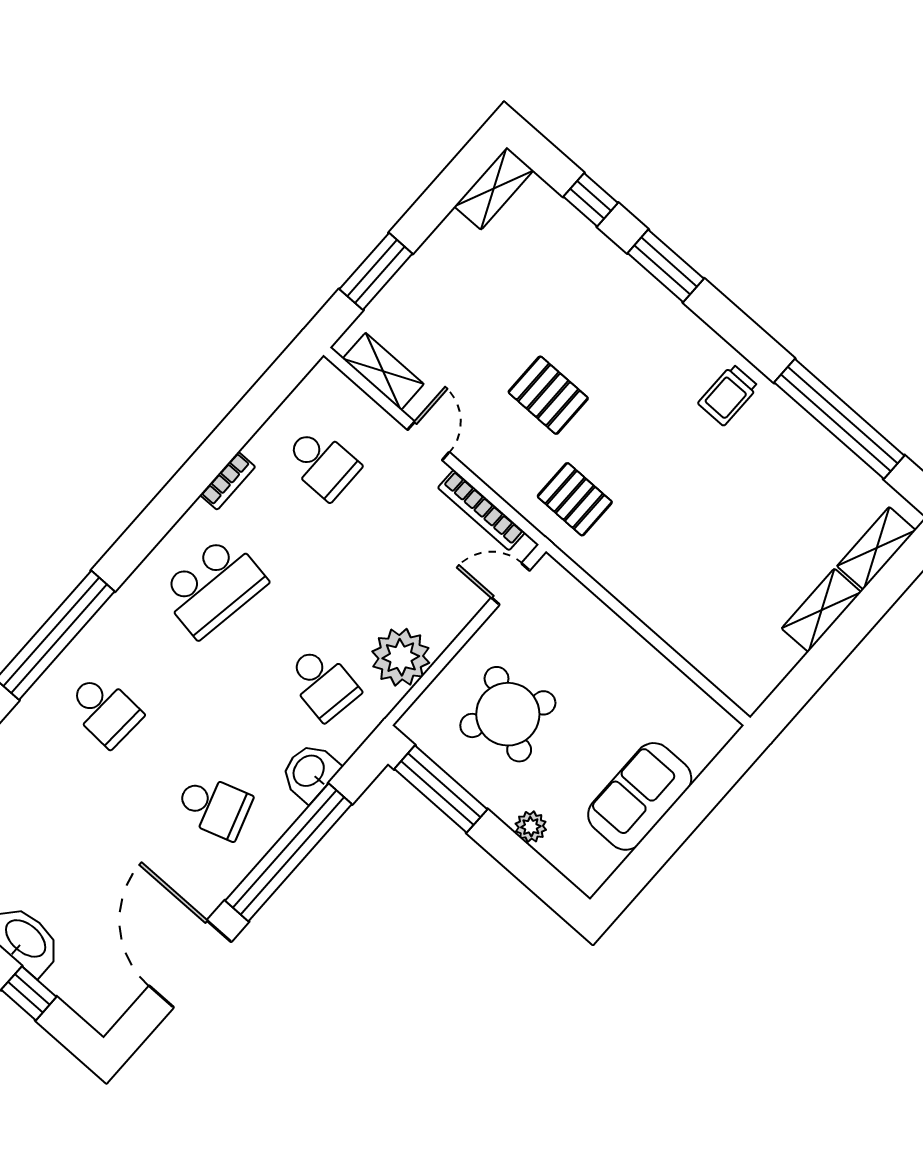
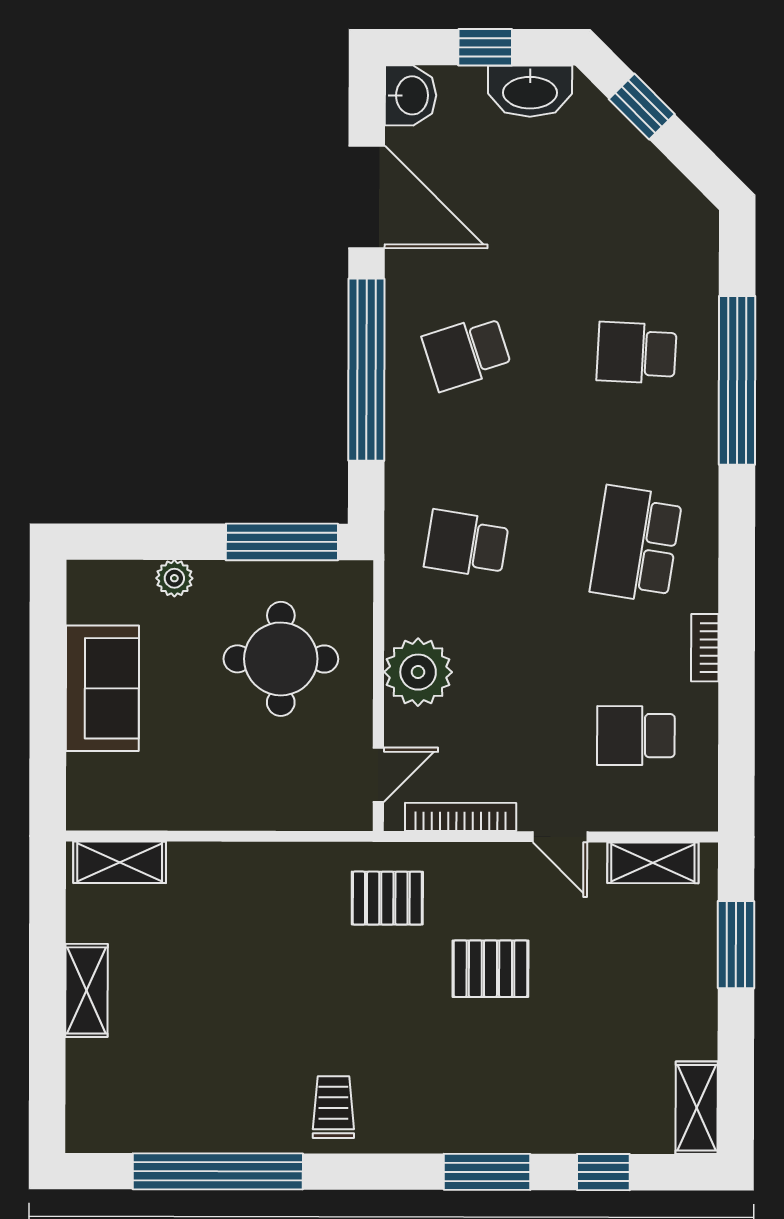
shelving: (876, 548) -> (120, 862), moved, turned 90
plant: (401, 657) -> (418, 672), moved
round table: (508, 714) -> (281, 659), turned -31
washbasin: (310, 772) -> (411, 95), moved

